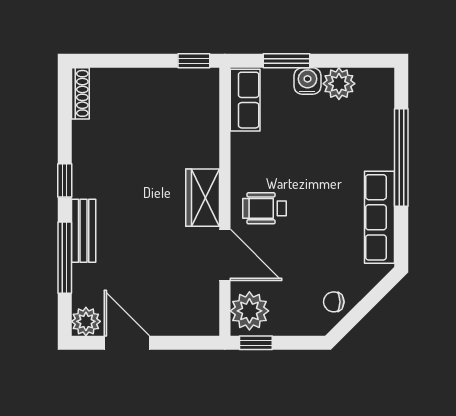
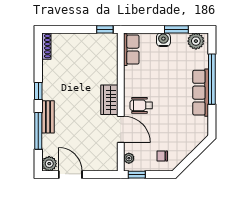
window: (286, 61) -> (176, 29), moved
plant: (339, 84) -> (196, 41), moved
row of seats: (380, 217) -> (201, 93), moved
chair: (334, 302) -> (162, 156), moved
plant: (249, 311) -> (129, 158), width x0.53, depth x0.53

